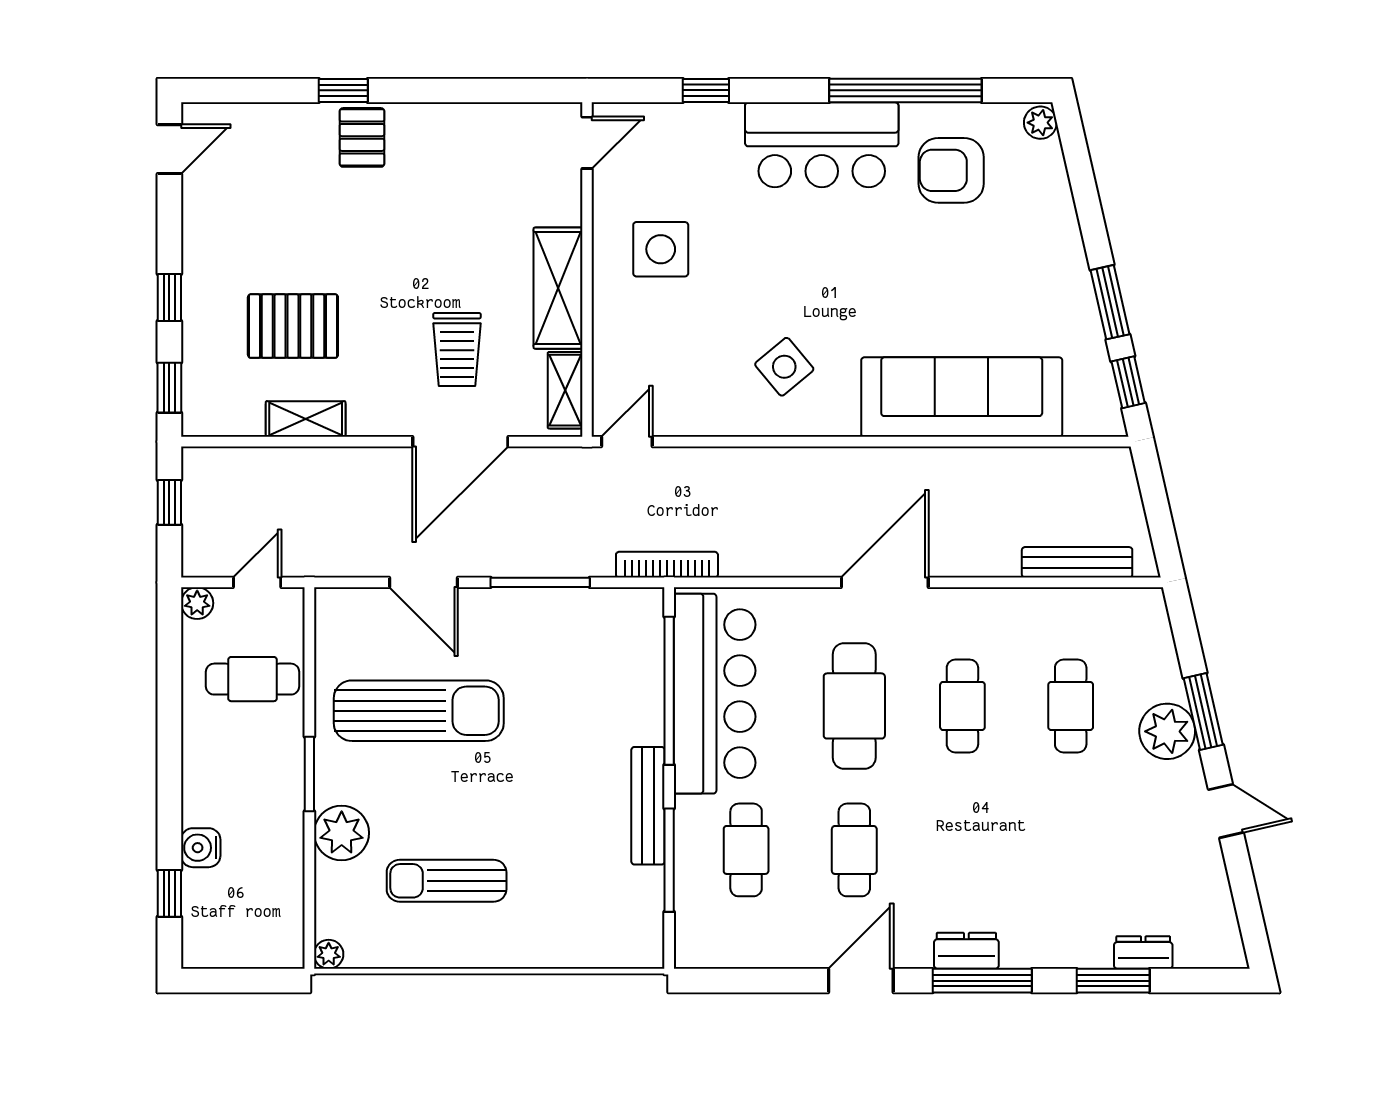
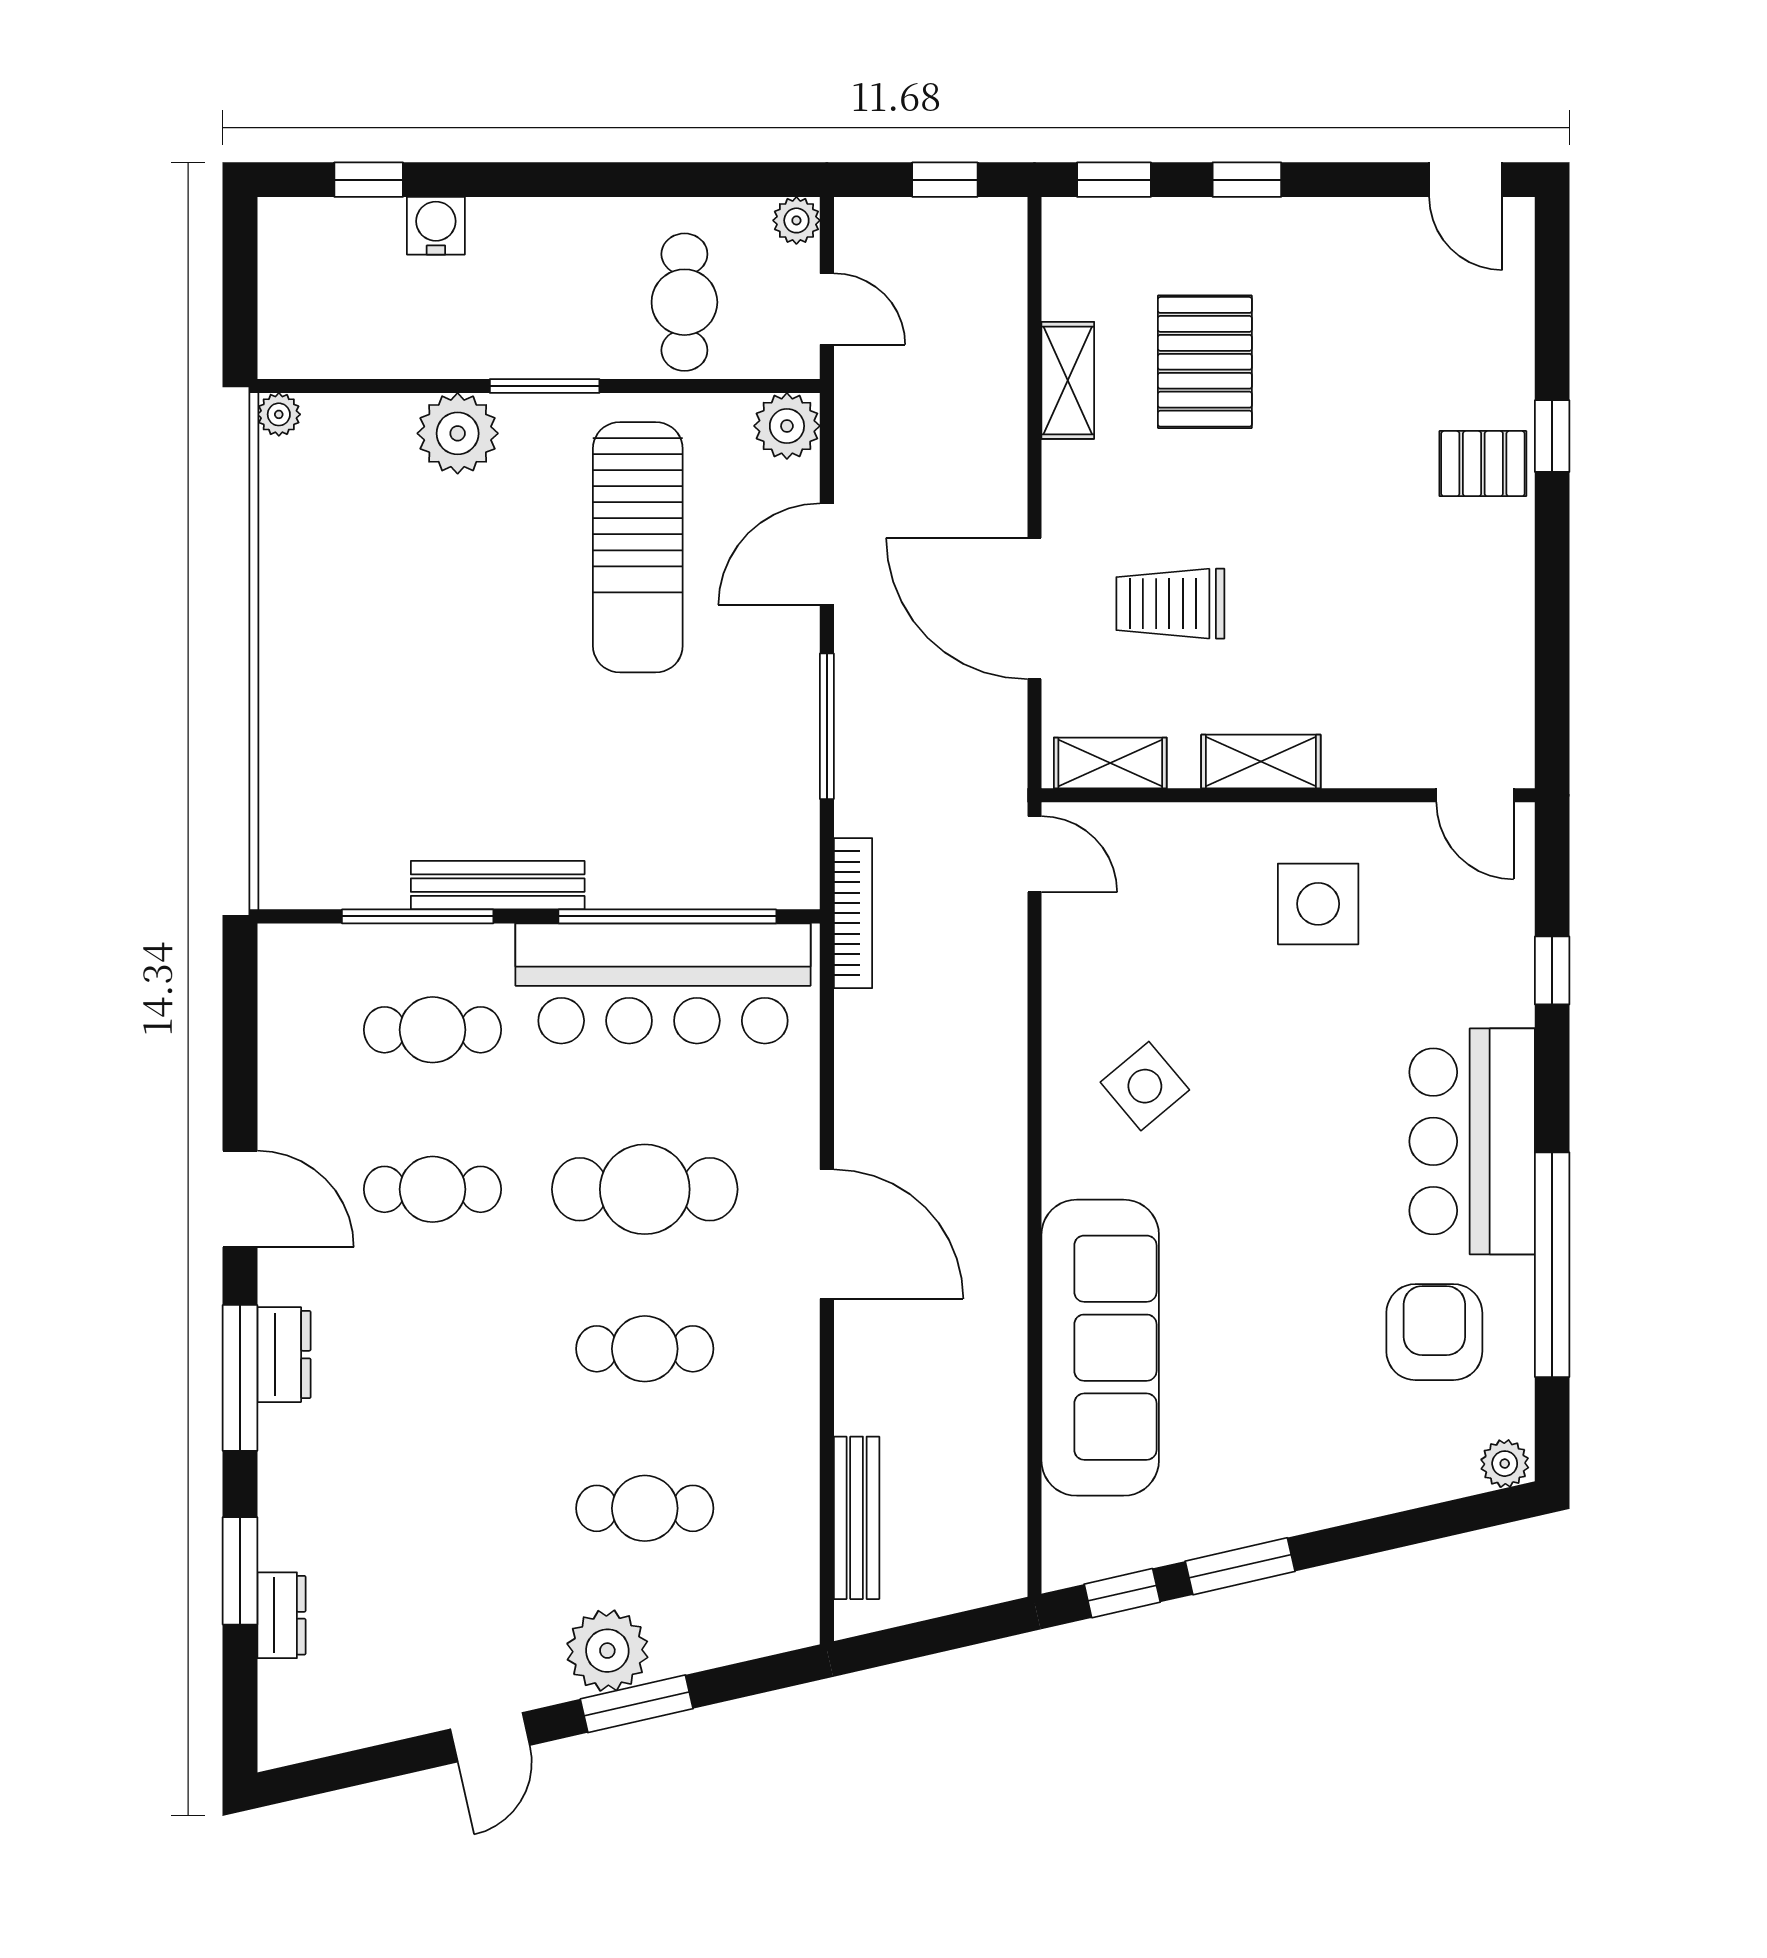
shelving: (558, 288) -> (1261, 762), width x0.67, depth x0.75
plant: (336, 610) -> (787, 426), added
sun lounger: (447, 881) -> (387, 588), removed

